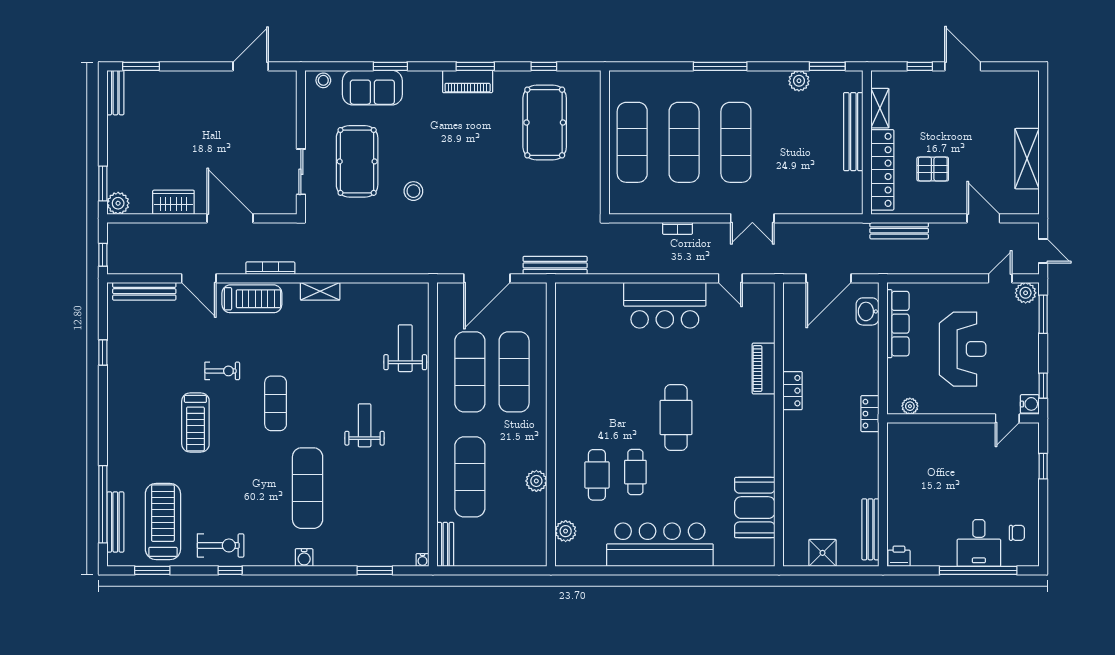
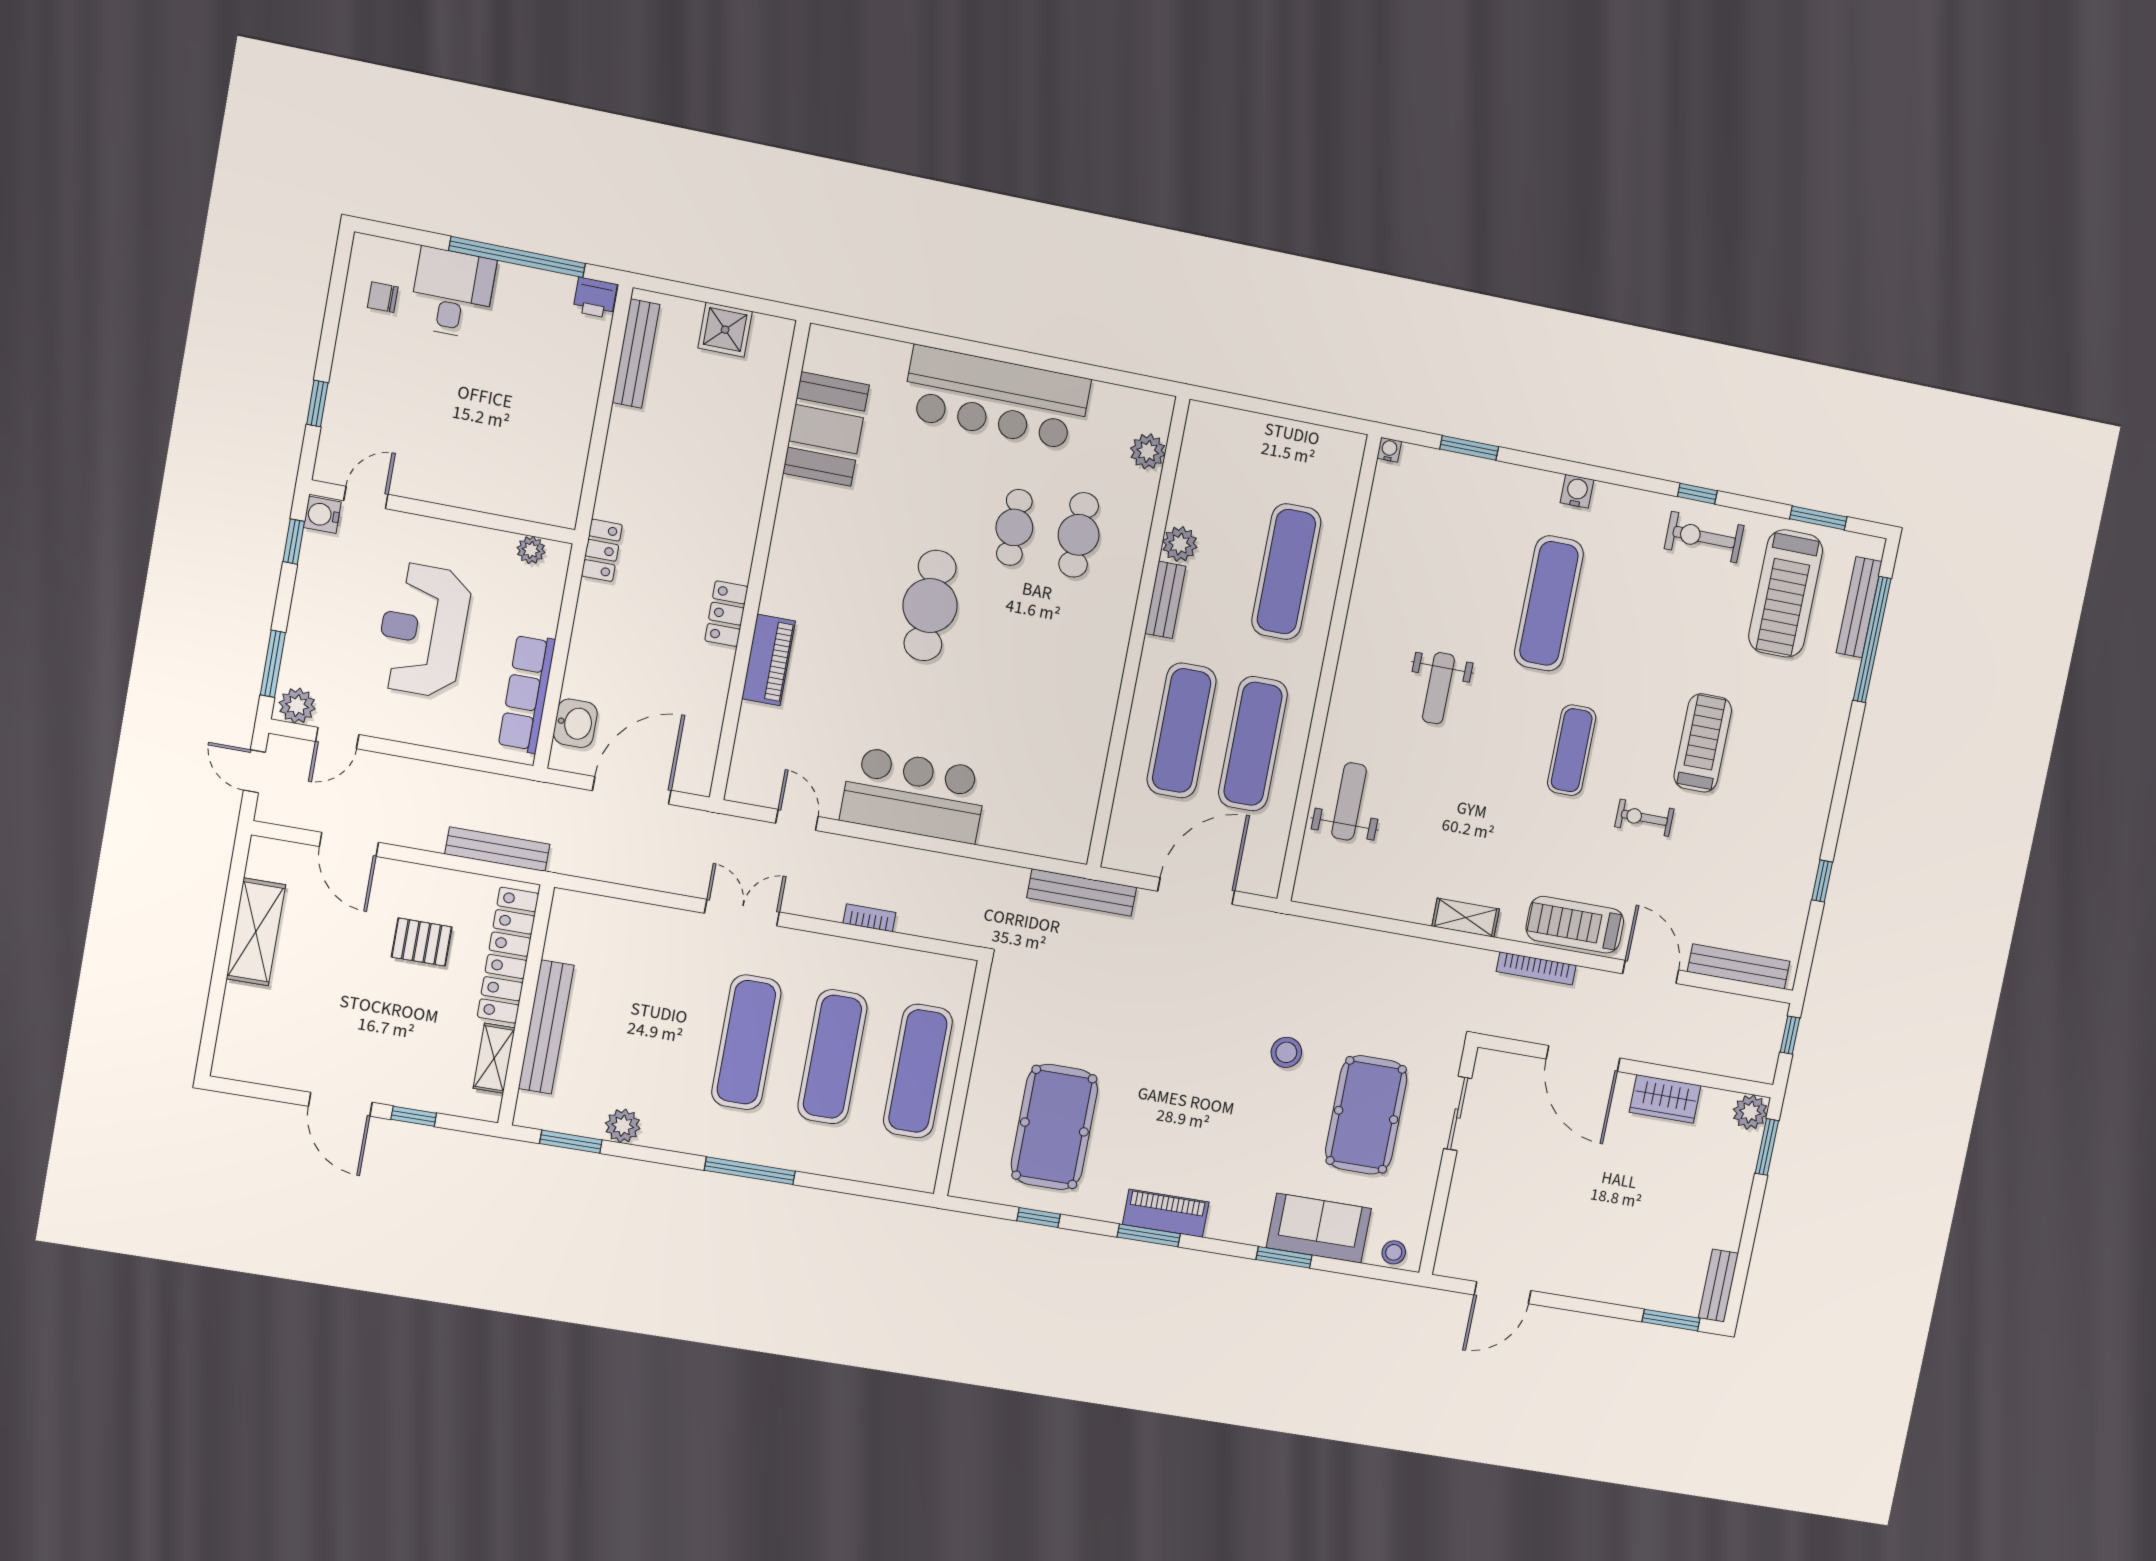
weight bench: (405, 348) -> (1349, 801), turned 180
bench: (445, 544) -> (1165, 600), moved
window: (978, 570) -> (517, 257), moved

